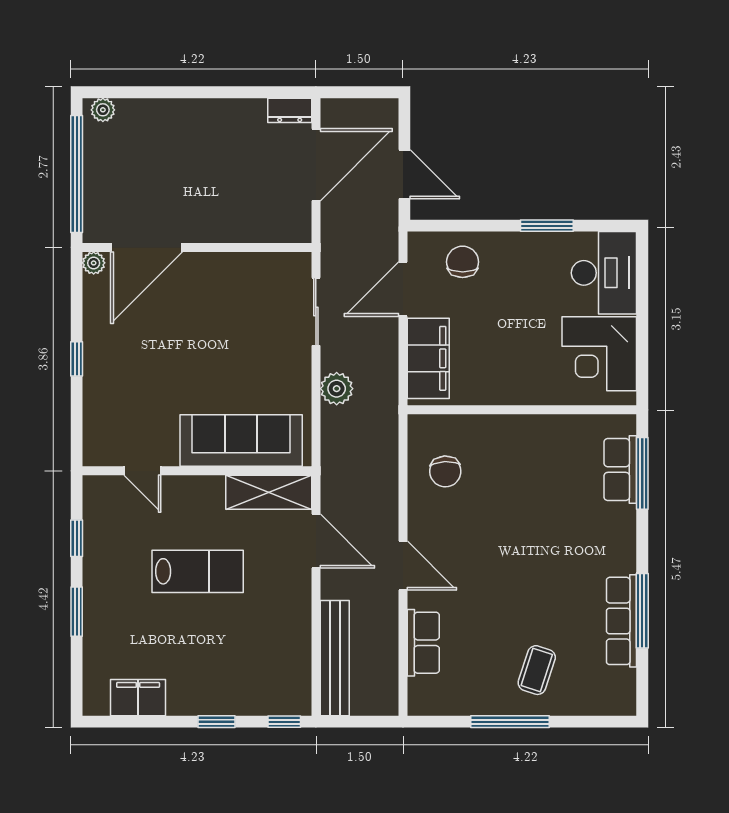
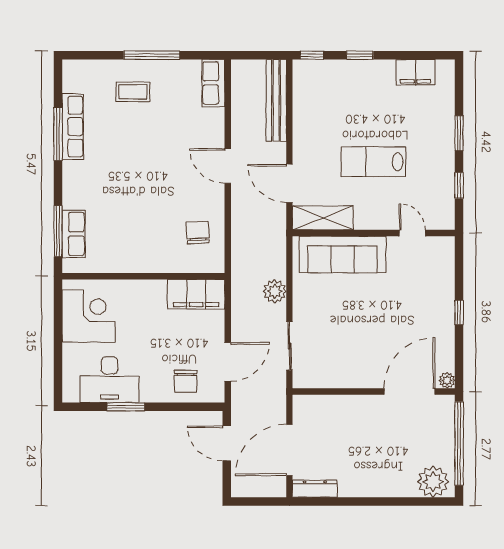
plant: (103, 110) -> (433, 482), width x1.87, depth x1.87
dresser: (290, 110) -> (315, 489), width x1.44
desk: (604, 273) -> (109, 380), moved, turned -90
filing cabinet: (428, 358) -> (196, 294), moved, turned -90
row of seats: (423, 643) -> (213, 83), moved
coffee table: (537, 670) -> (133, 92), turned 72

